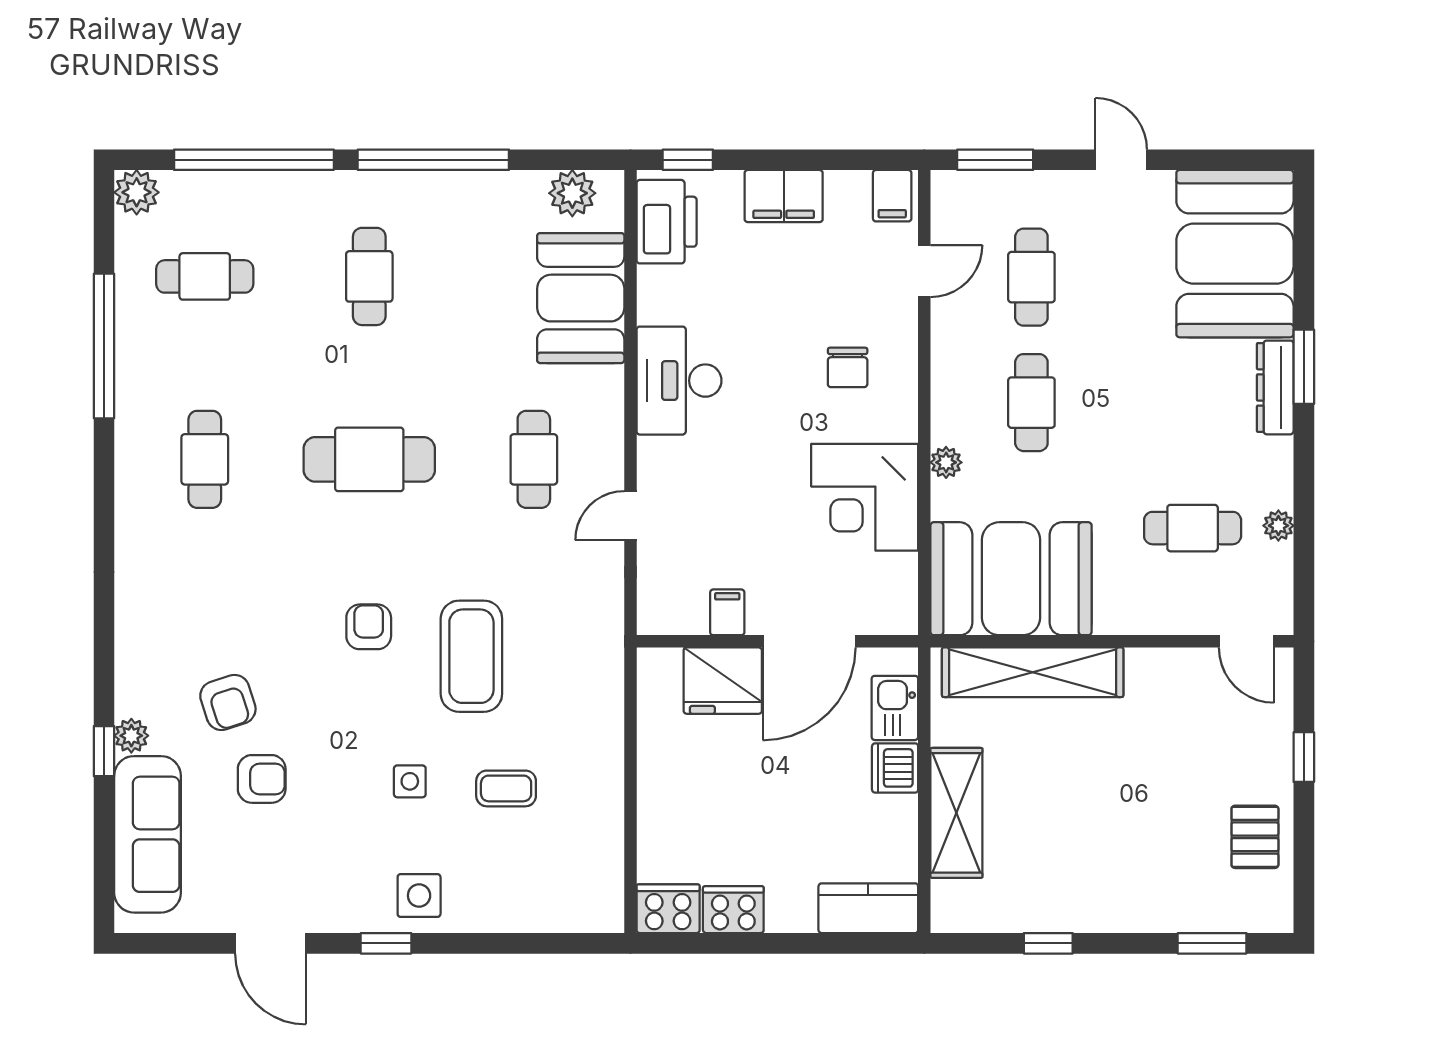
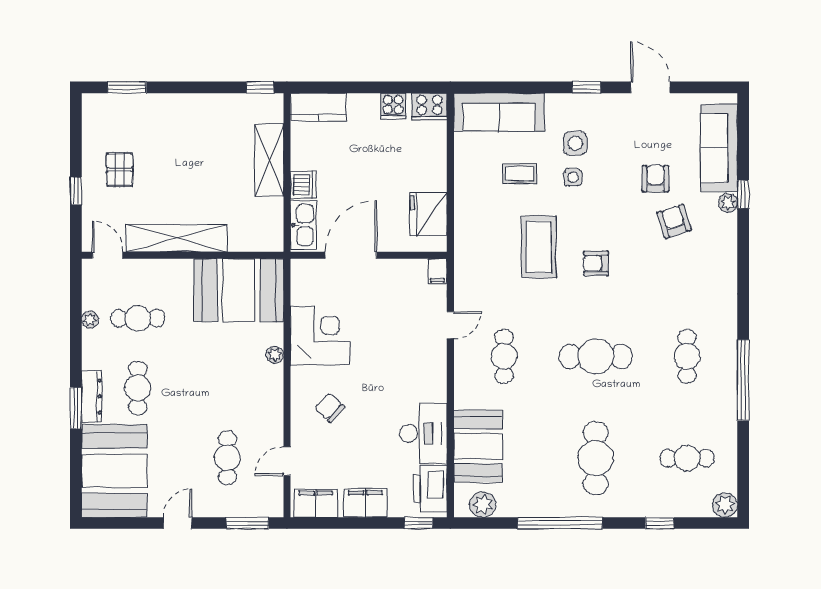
window: (254, 160) -> (660, 523), width x0.32
door: (1121, 160) -> (177, 523), swing flipped
filing cabinet: (892, 196) -> (316, 503), width x2.00
cafe table: (369, 276) -> (596, 458), width x1.37, depth x1.35
window: (104, 346) -> (743, 380), moved
chair: (848, 367) -> (330, 408), turned -47
desk: (679, 381) -> (423, 434), moved
cafe table: (1031, 403) -> (138, 388), moved
filing cabinet: (727, 612) -> (437, 271), moved
armchair: (369, 627) -> (596, 263), turned 90
shelving: (1033, 672) -> (177, 238), moved
fridge: (723, 681) -> (428, 214), moved, turned -90
kitchen sink: (895, 708) -> (303, 225), width x1.38
armchair: (262, 779) -> (655, 179), turned 90
pallet: (1255, 837) -> (120, 170), moved
side table: (419, 896) -> (575, 143), moved
sofa: (543, 899) -> (499, 112), added
cooker: (733, 910) -> (393, 106), width x0.73
window: (1048, 943) -> (260, 87), moved

